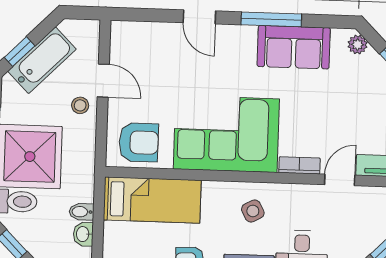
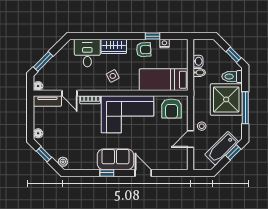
window: (271, 19) -> (107, 173), width x0.46
sofa: (294, 47) -> (115, 159), moved
door: (103, 81) -> (191, 139), hinge flipped
armchair: (139, 142) -> (172, 109), turned -90
door: (340, 180) -> (69, 93), hinge flipped

